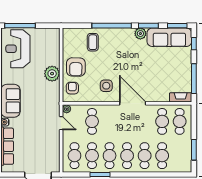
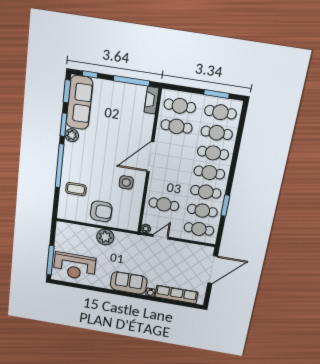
armchair: (72, 88) -> (124, 219), removed
cafe table: (180, 156) -> (220, 112), added

